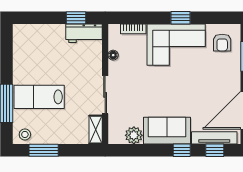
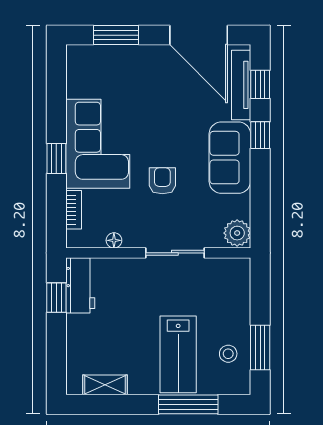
window: (181, 18) -> (56, 159), moved
armchair: (222, 43) -> (162, 181), moved, turned -90
shelving: (96, 130) -> (105, 385), moved
stool: (25, 134) -> (228, 354), moved
plant: (134, 135) -> (237, 233), moved

